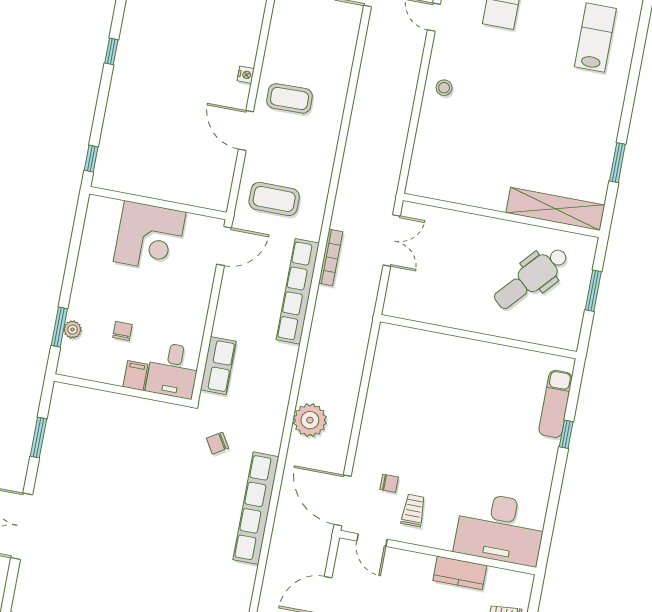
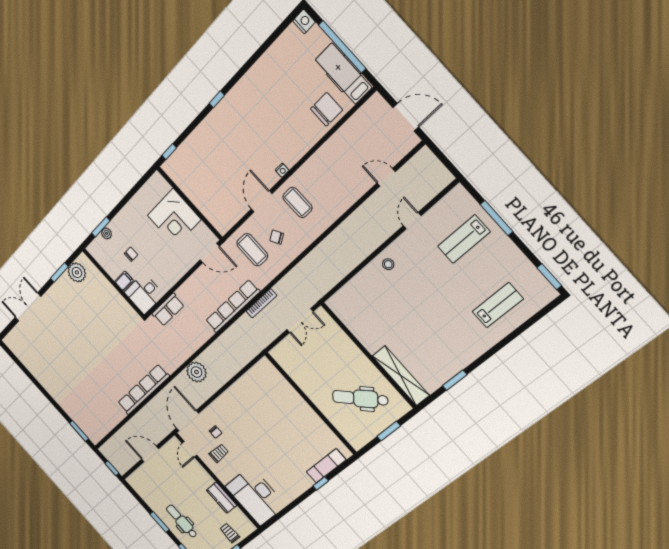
plant: (63, 417) -> (77, 272), added
chair: (217, 443) -> (277, 237), moved

